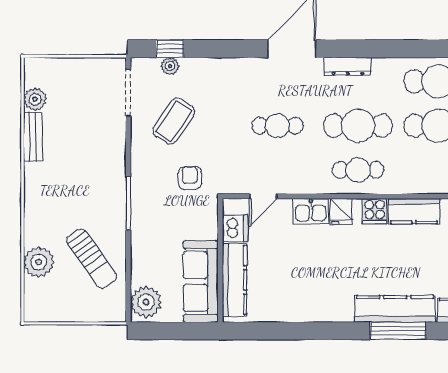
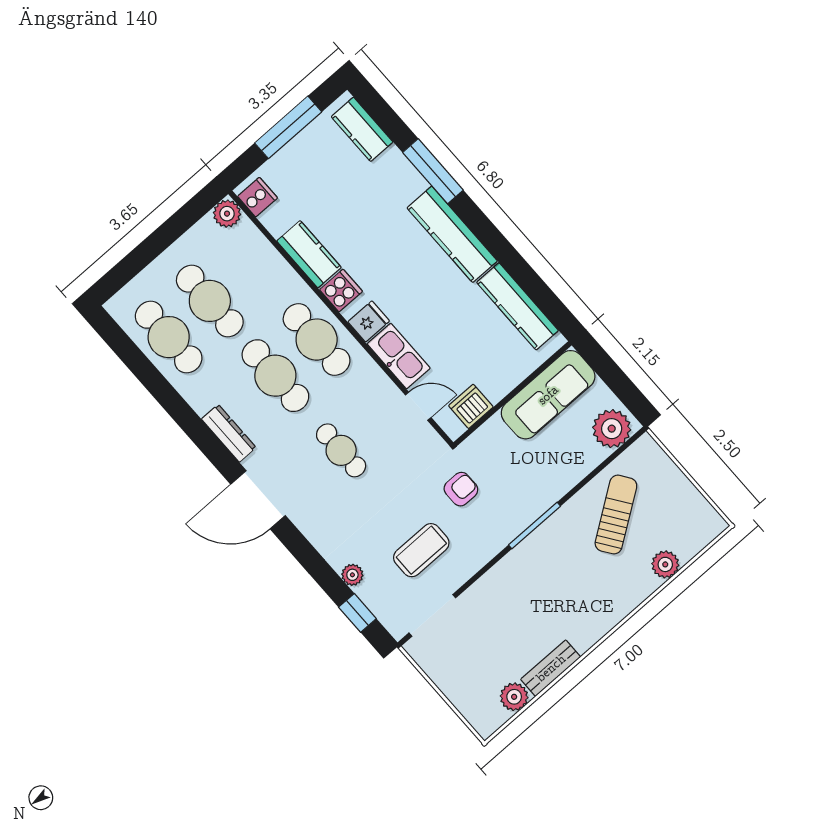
plant: (170, 66) -> (352, 575), moved
coffee table: (174, 121) -> (421, 550), turned -34
cafe table: (358, 170) -> (317, 340), width x1.37, depth x1.35
armchair: (190, 178) -> (461, 489), turned 180
kitchen sink: (311, 211) -> (399, 356), width x1.38
plant: (39, 262) -> (665, 564), width x0.73, depth x0.73
kitchen counter: (234, 280) -> (518, 306), moved, turned -90
kitchen counter: (395, 309) -> (452, 234), moved

